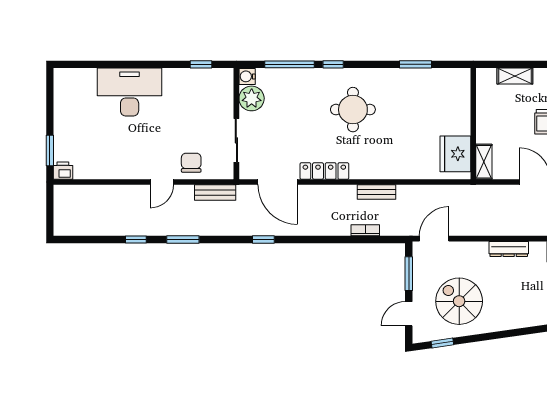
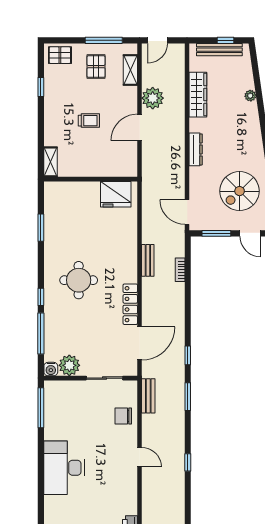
window: (201, 64) -> (41, 408), width x2.17
shelving: (515, 76) -> (50, 162), moved
shelving: (484, 162) -> (122, 170), removed
door: (162, 182) -> (140, 457), moved
window: (183, 240) -> (188, 397), moved

